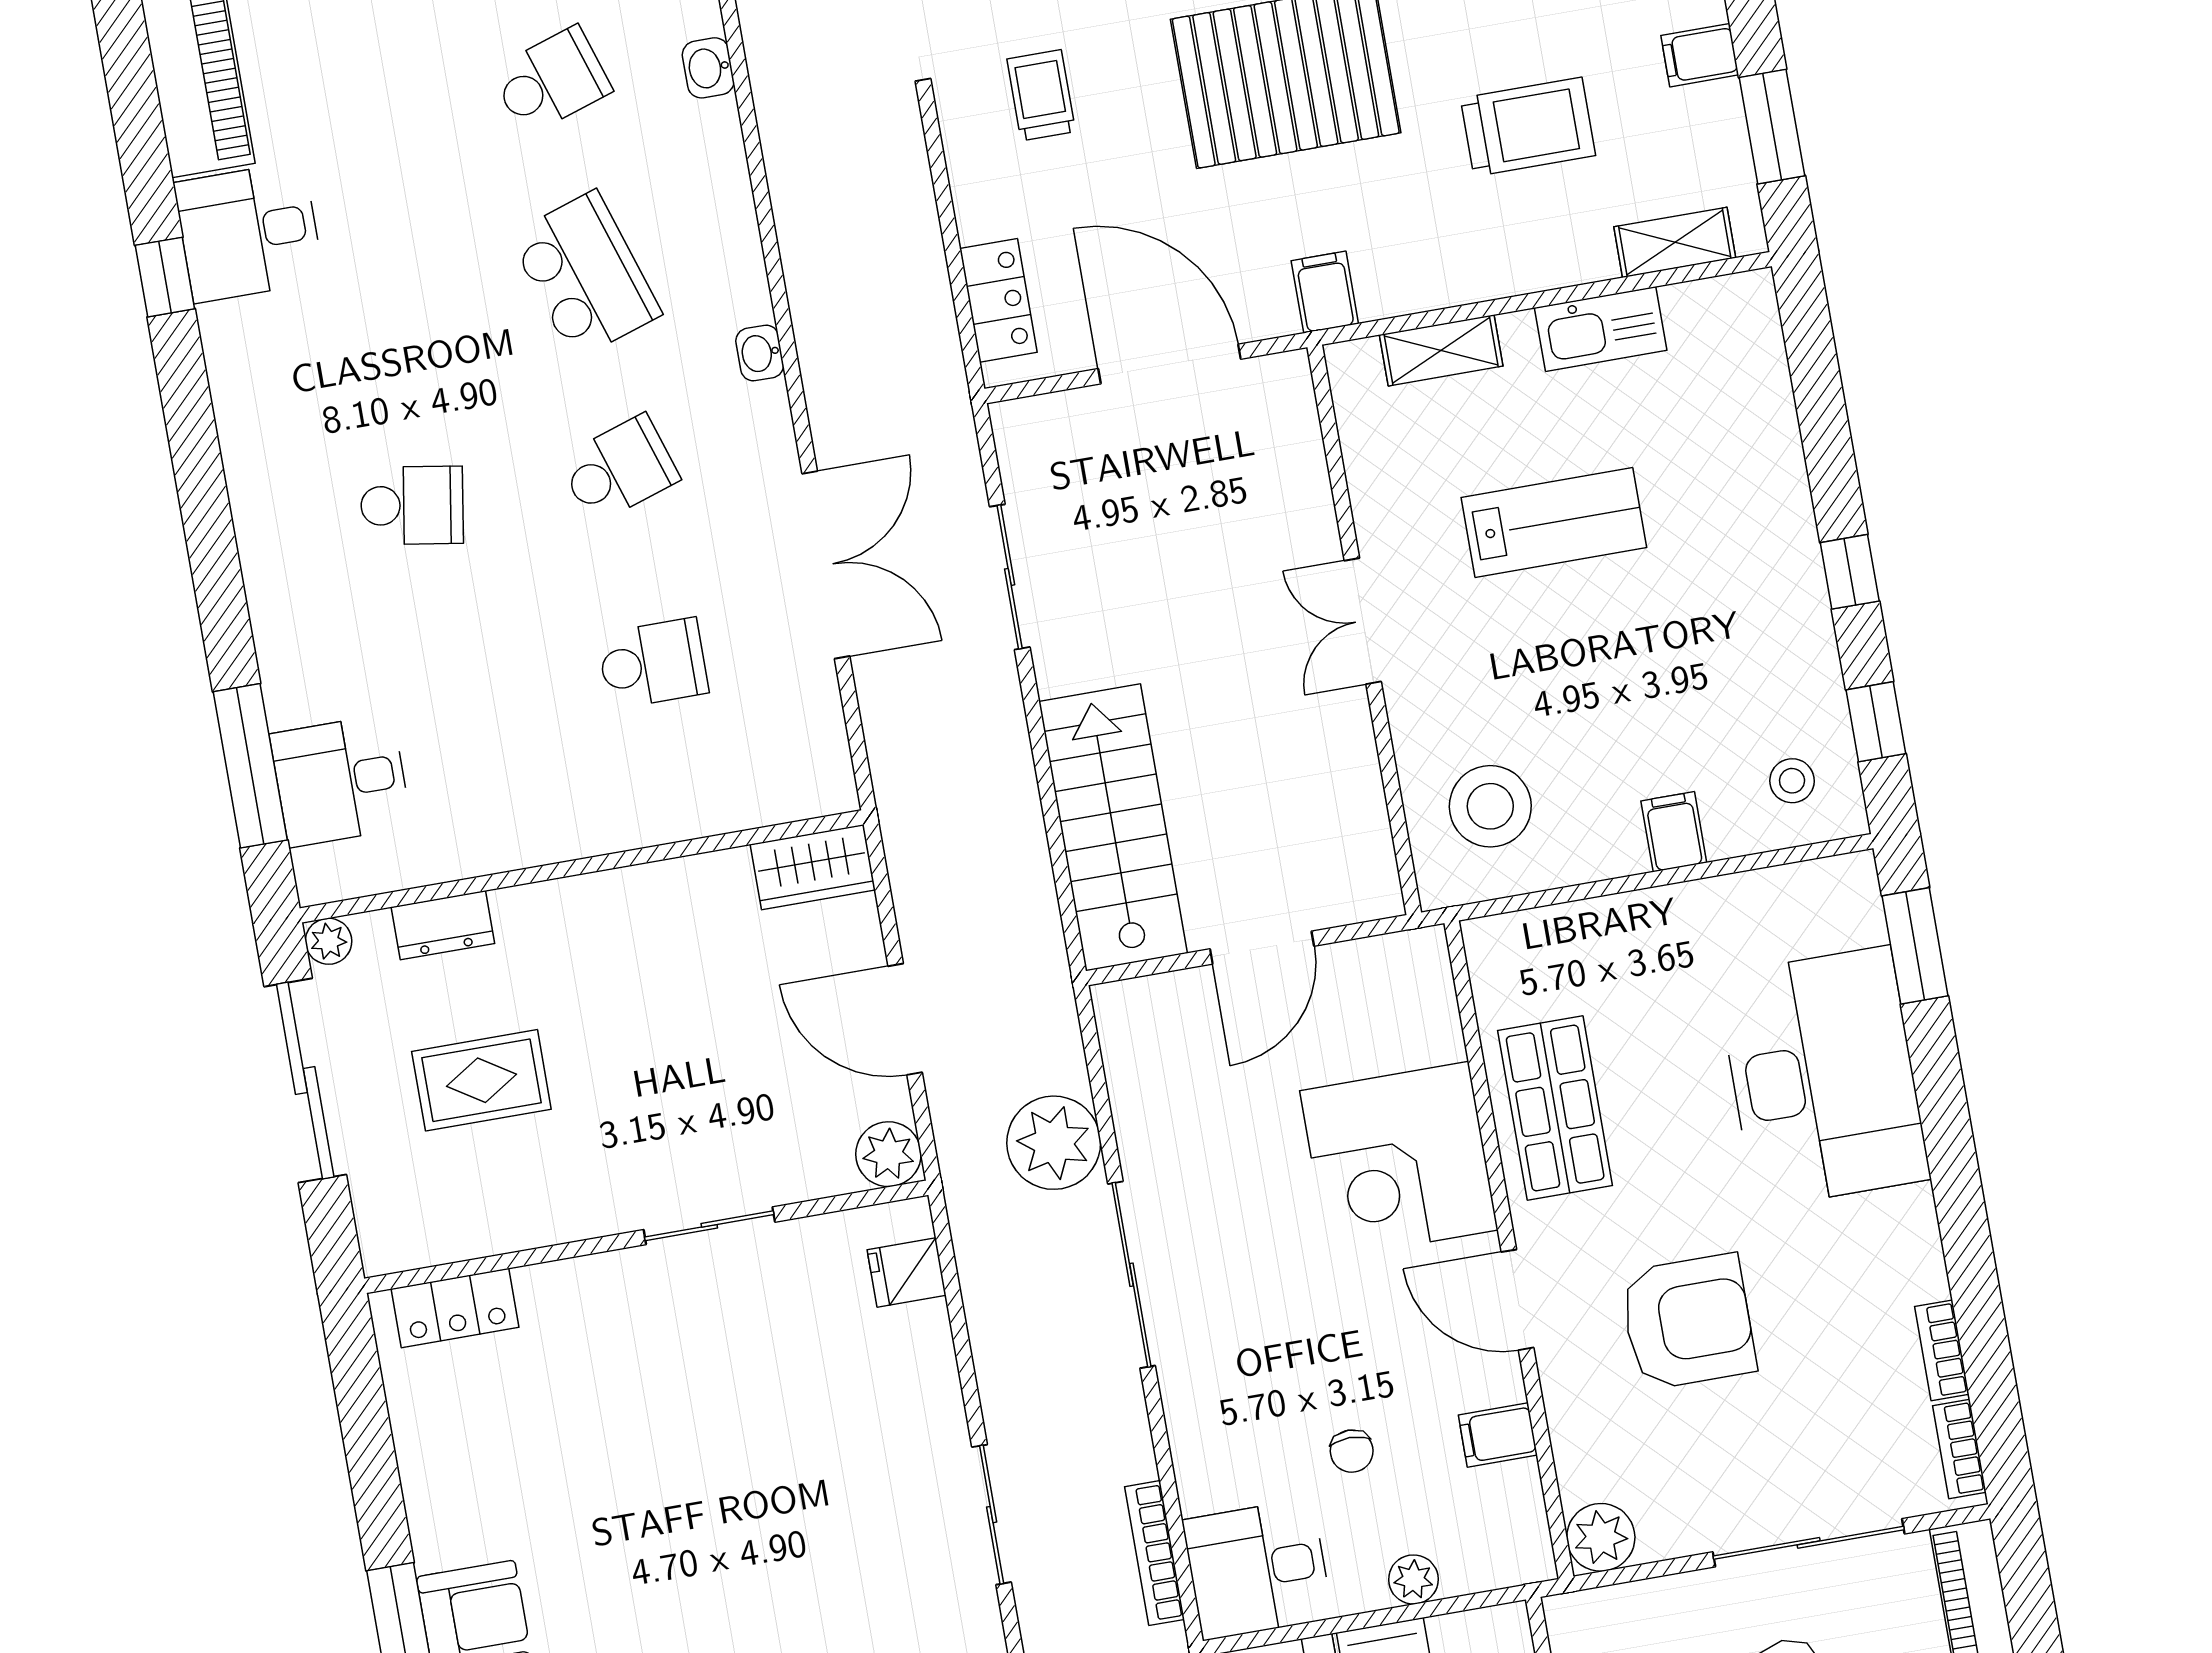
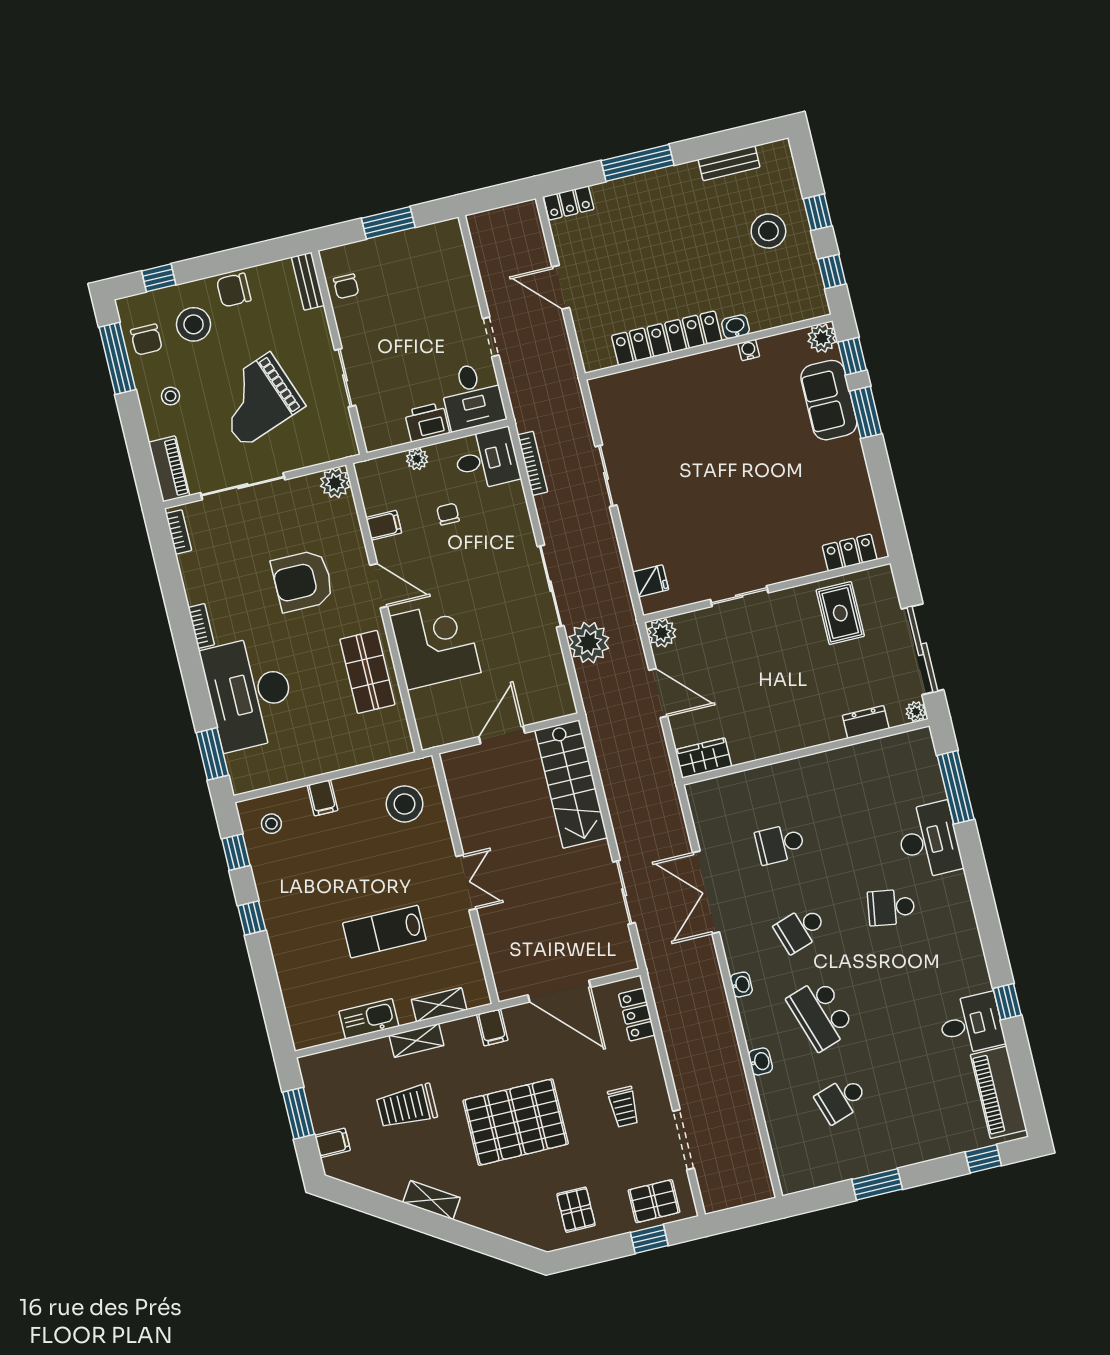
washbasin: (708, 68) -> (760, 1061), moved
shelving: (1675, 242) -> (417, 1040), moved
desk: (341, 780) -> (929, 840), moved, width x1.37
rug: (481, 1080) -> (840, 613), moved, turned 90
bookcase: (1942, 1350) -> (201, 626), moved

